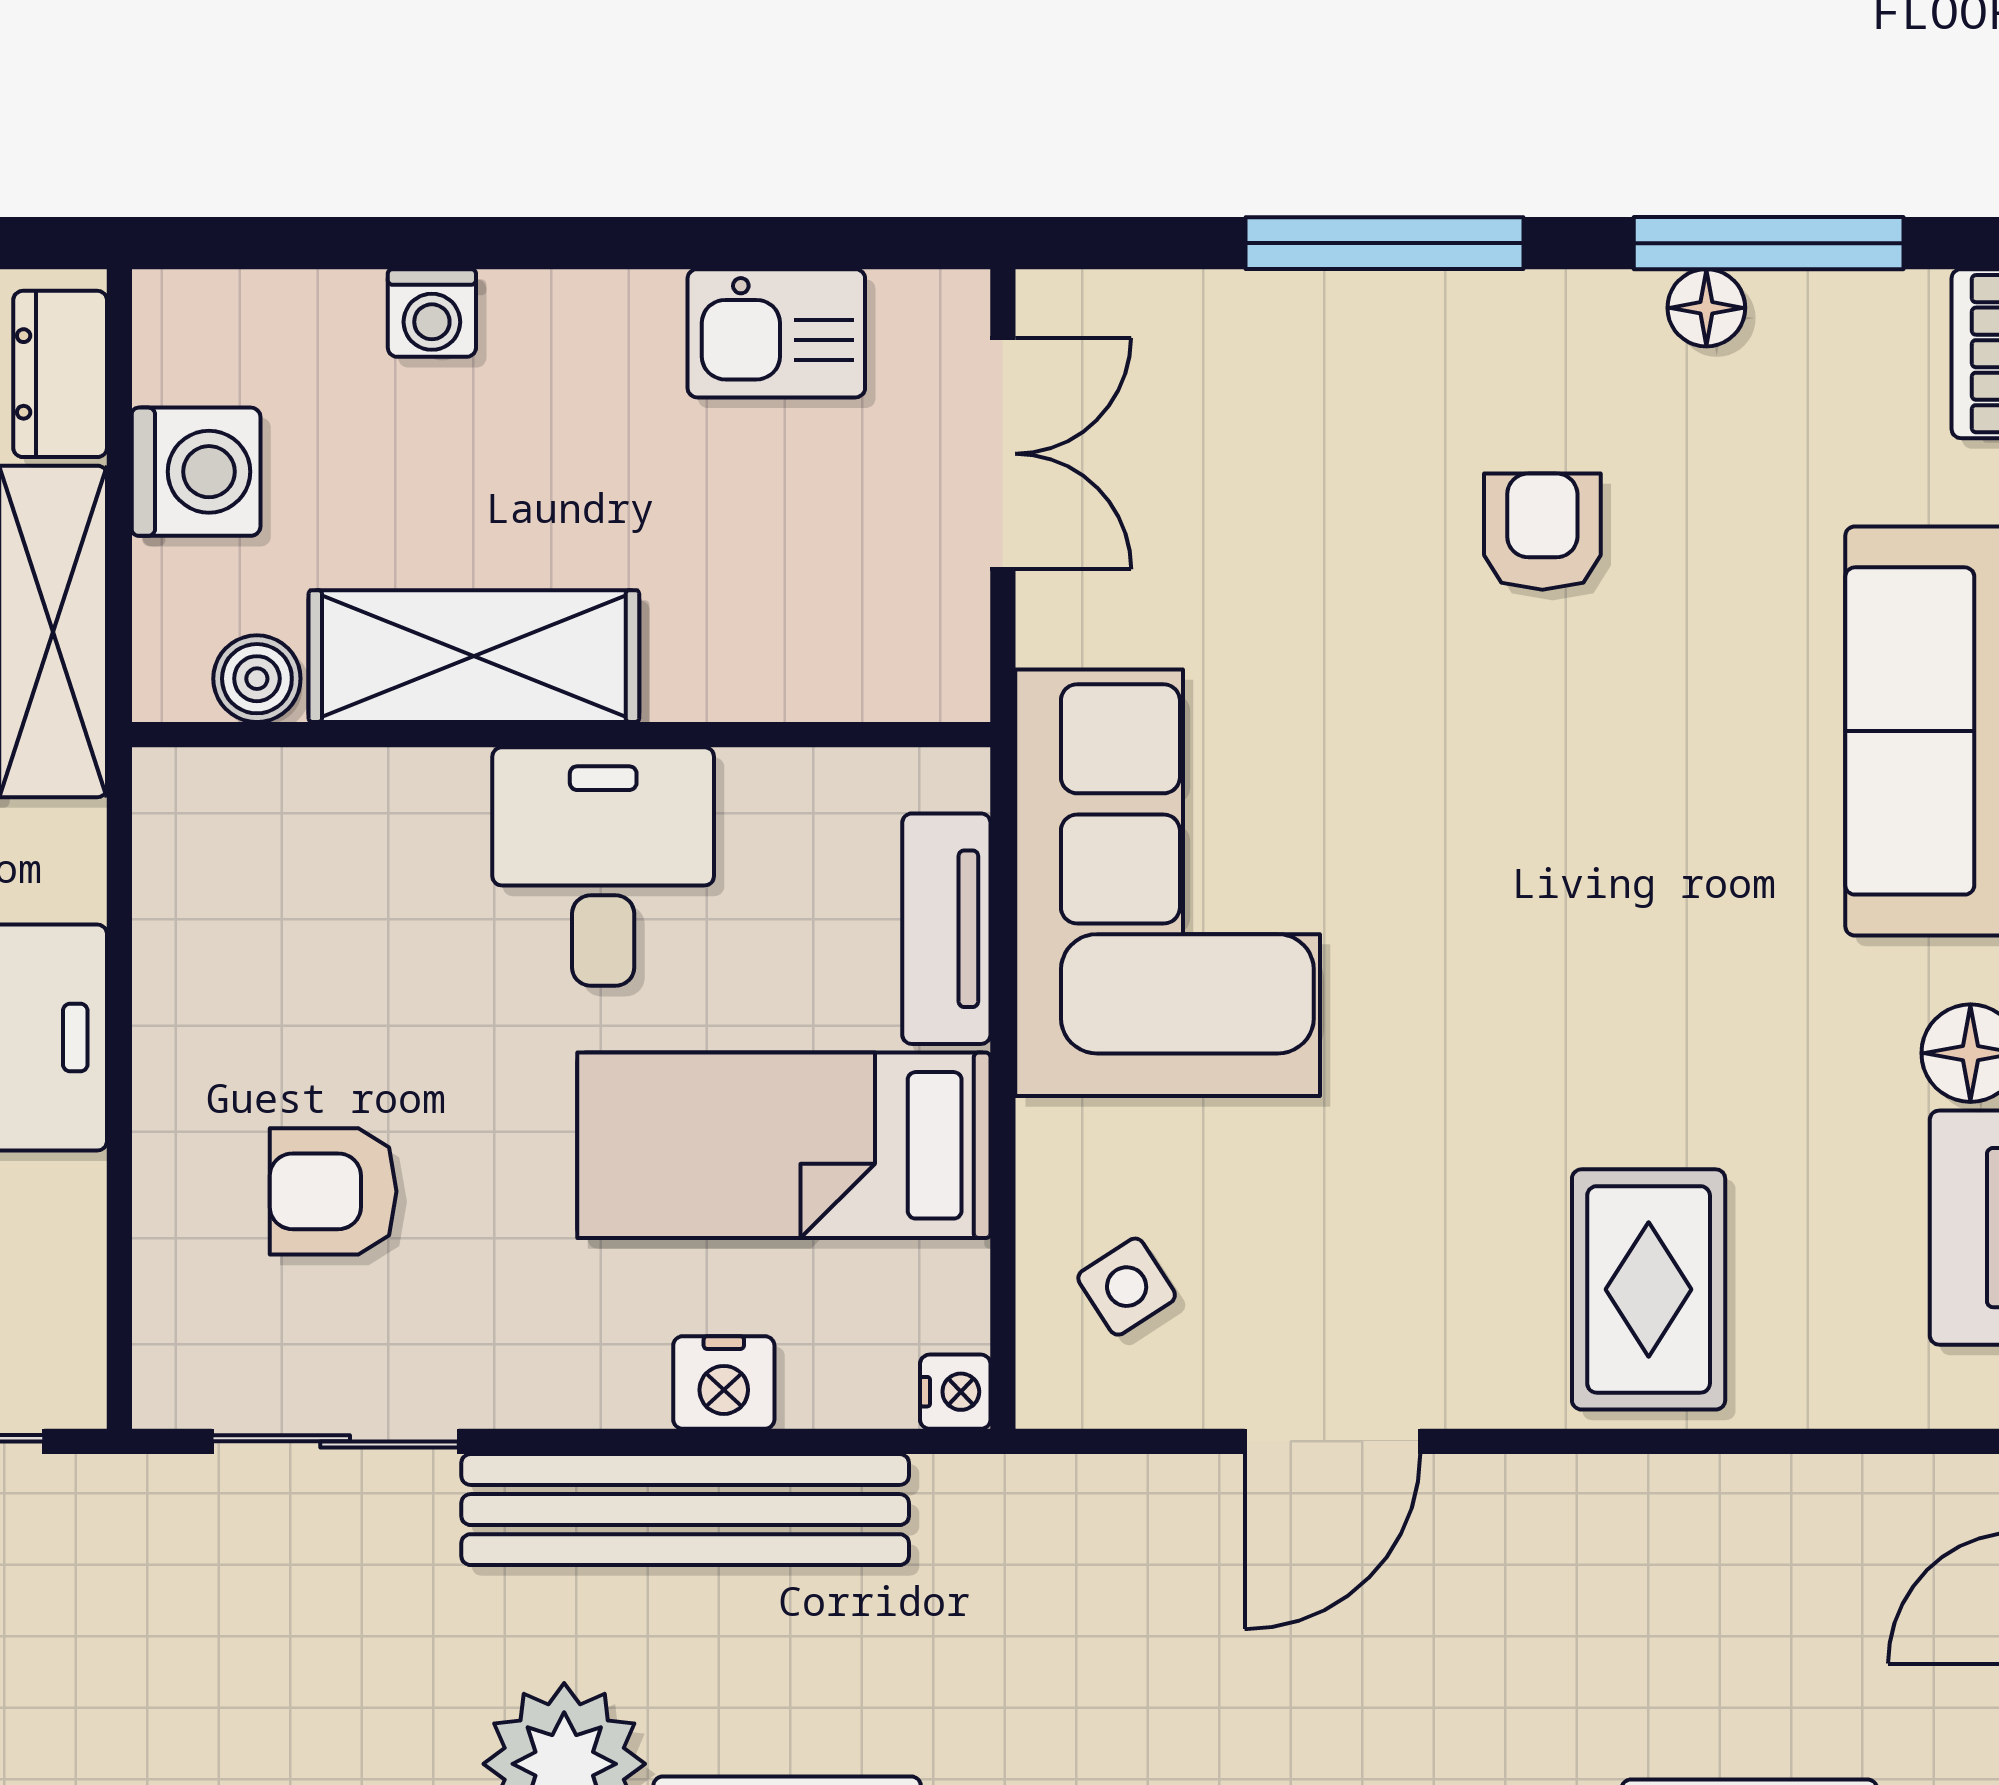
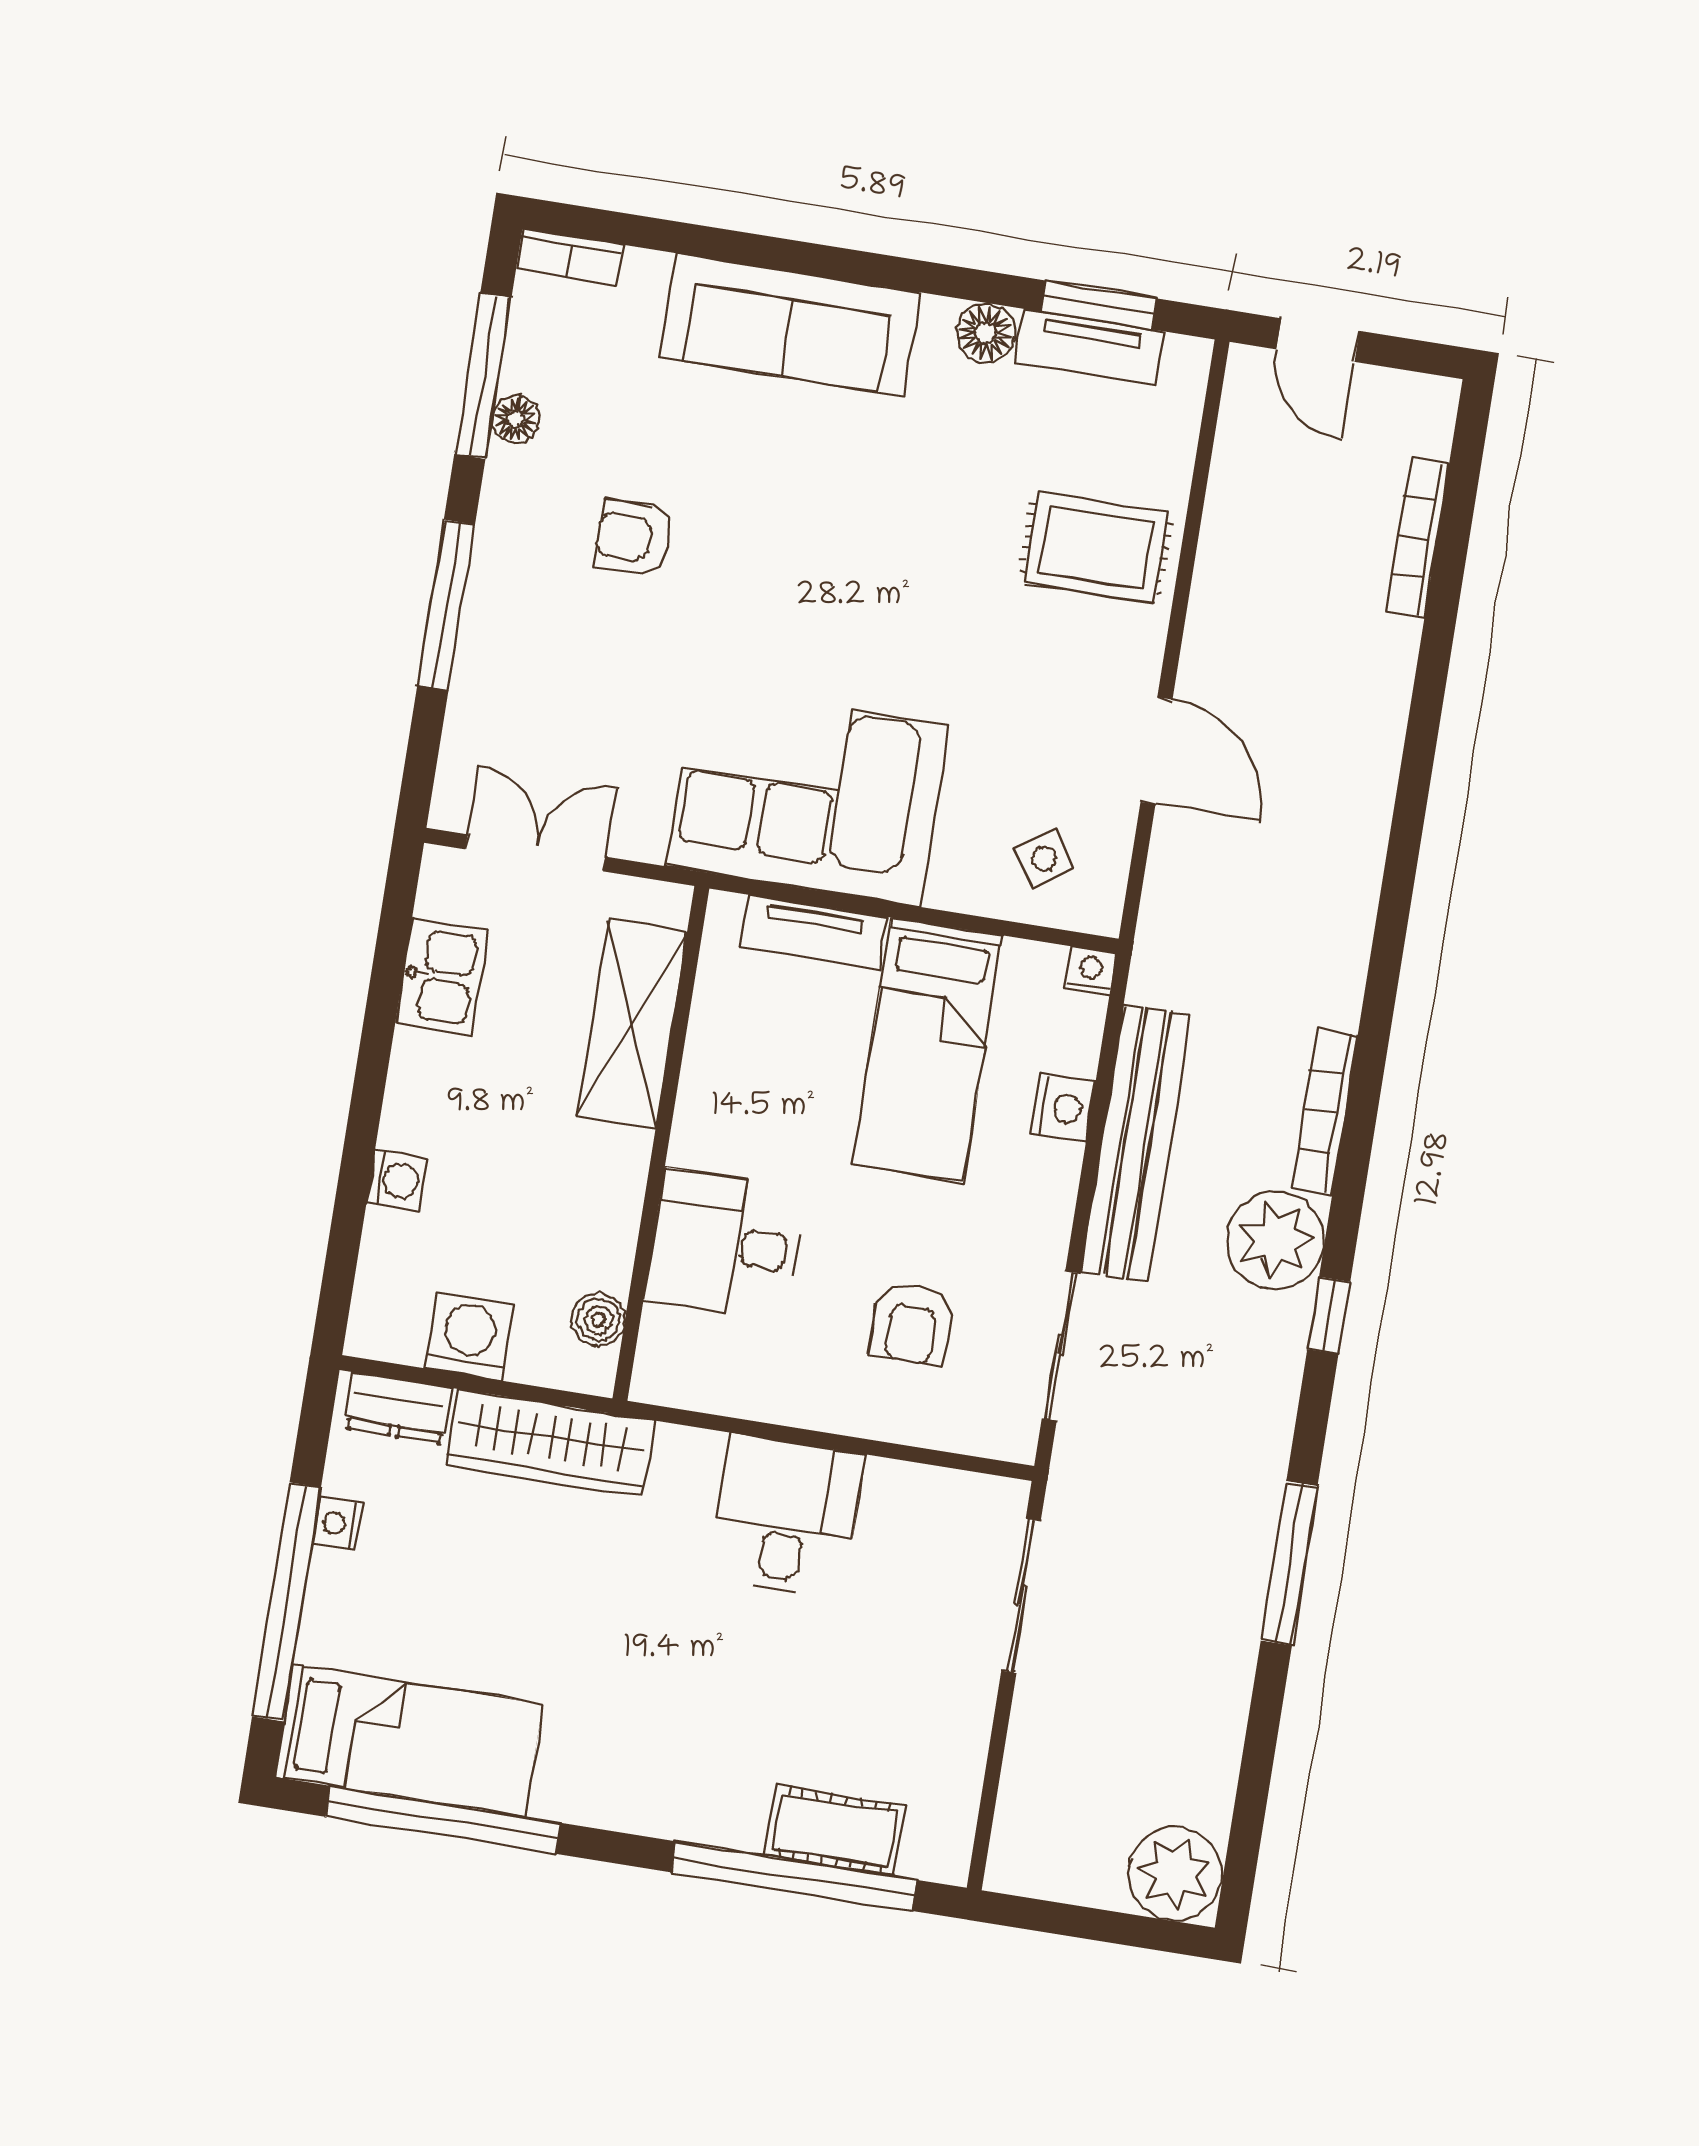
shelving: (474, 656) -> (632, 1023), moved
desk: (603, 867) -> (725, 1244), moved

